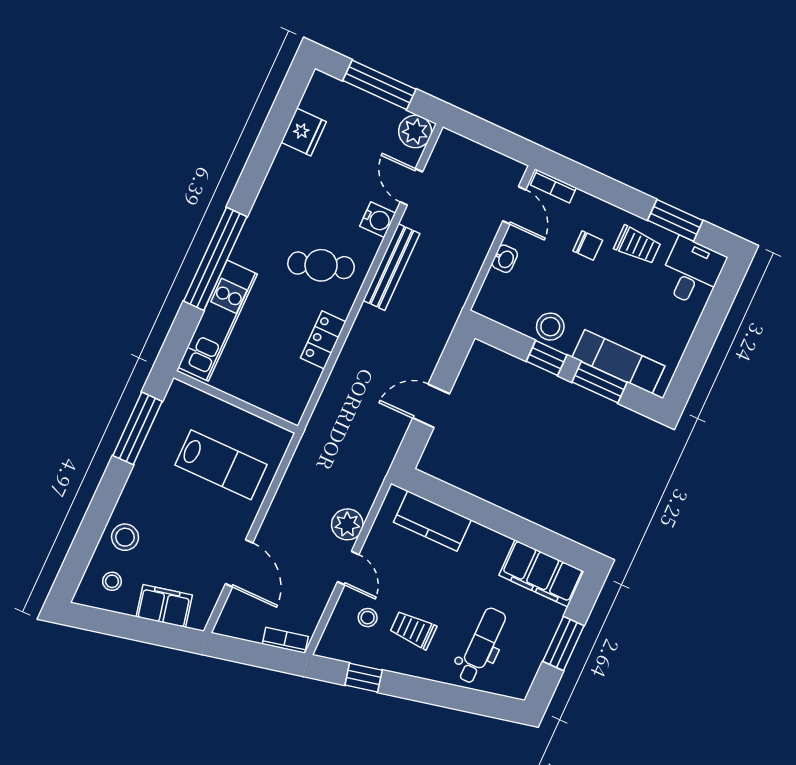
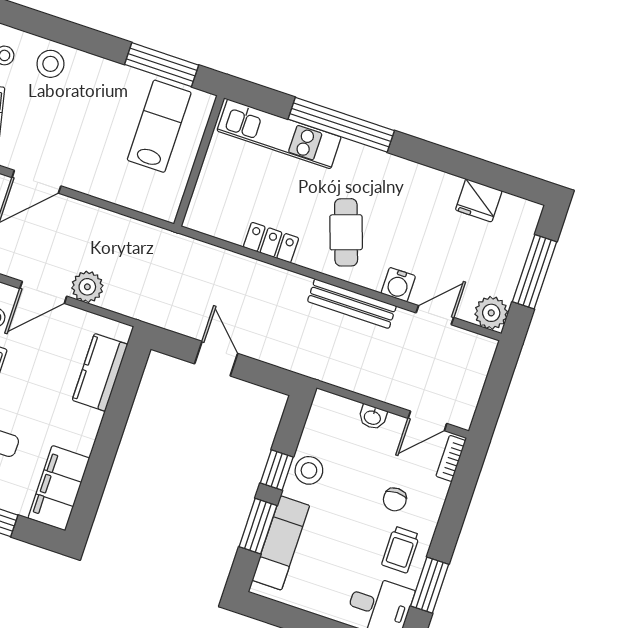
lab bench: (221, 465) -> (159, 126), moved, turned 180
door: (348, 568) -> (43, 292), width x1.38

